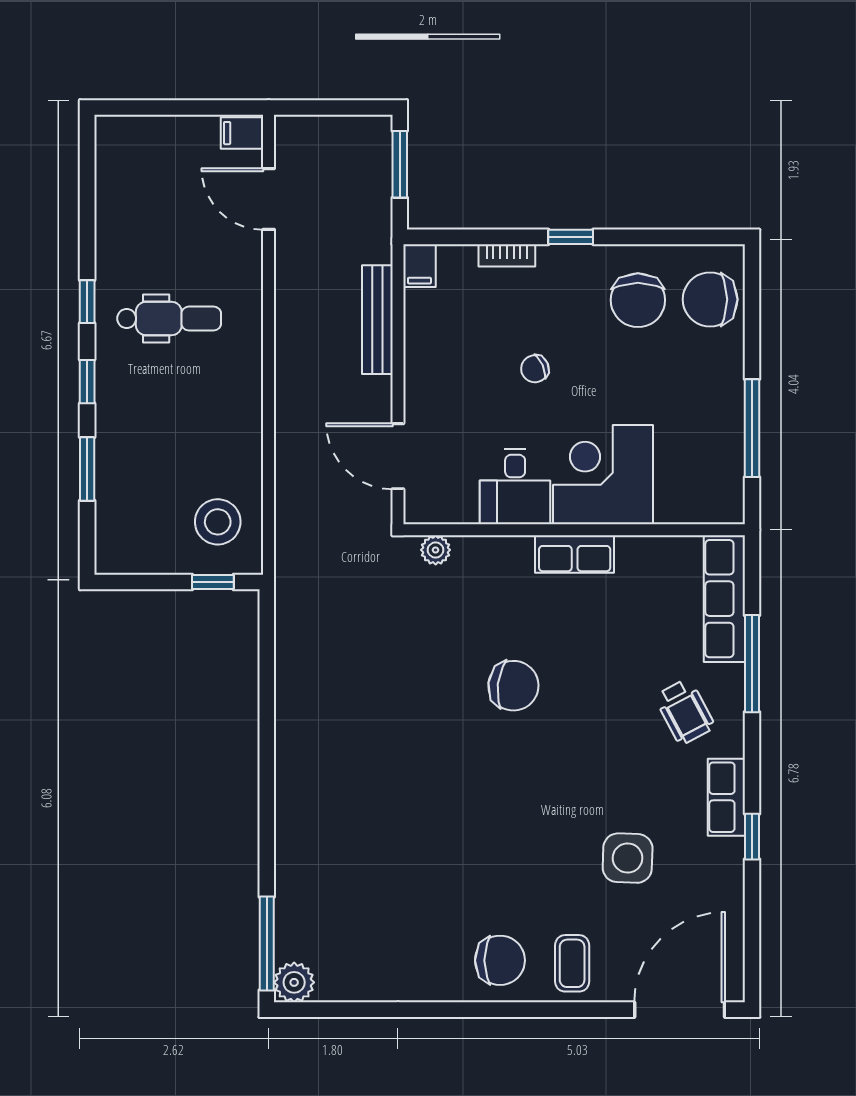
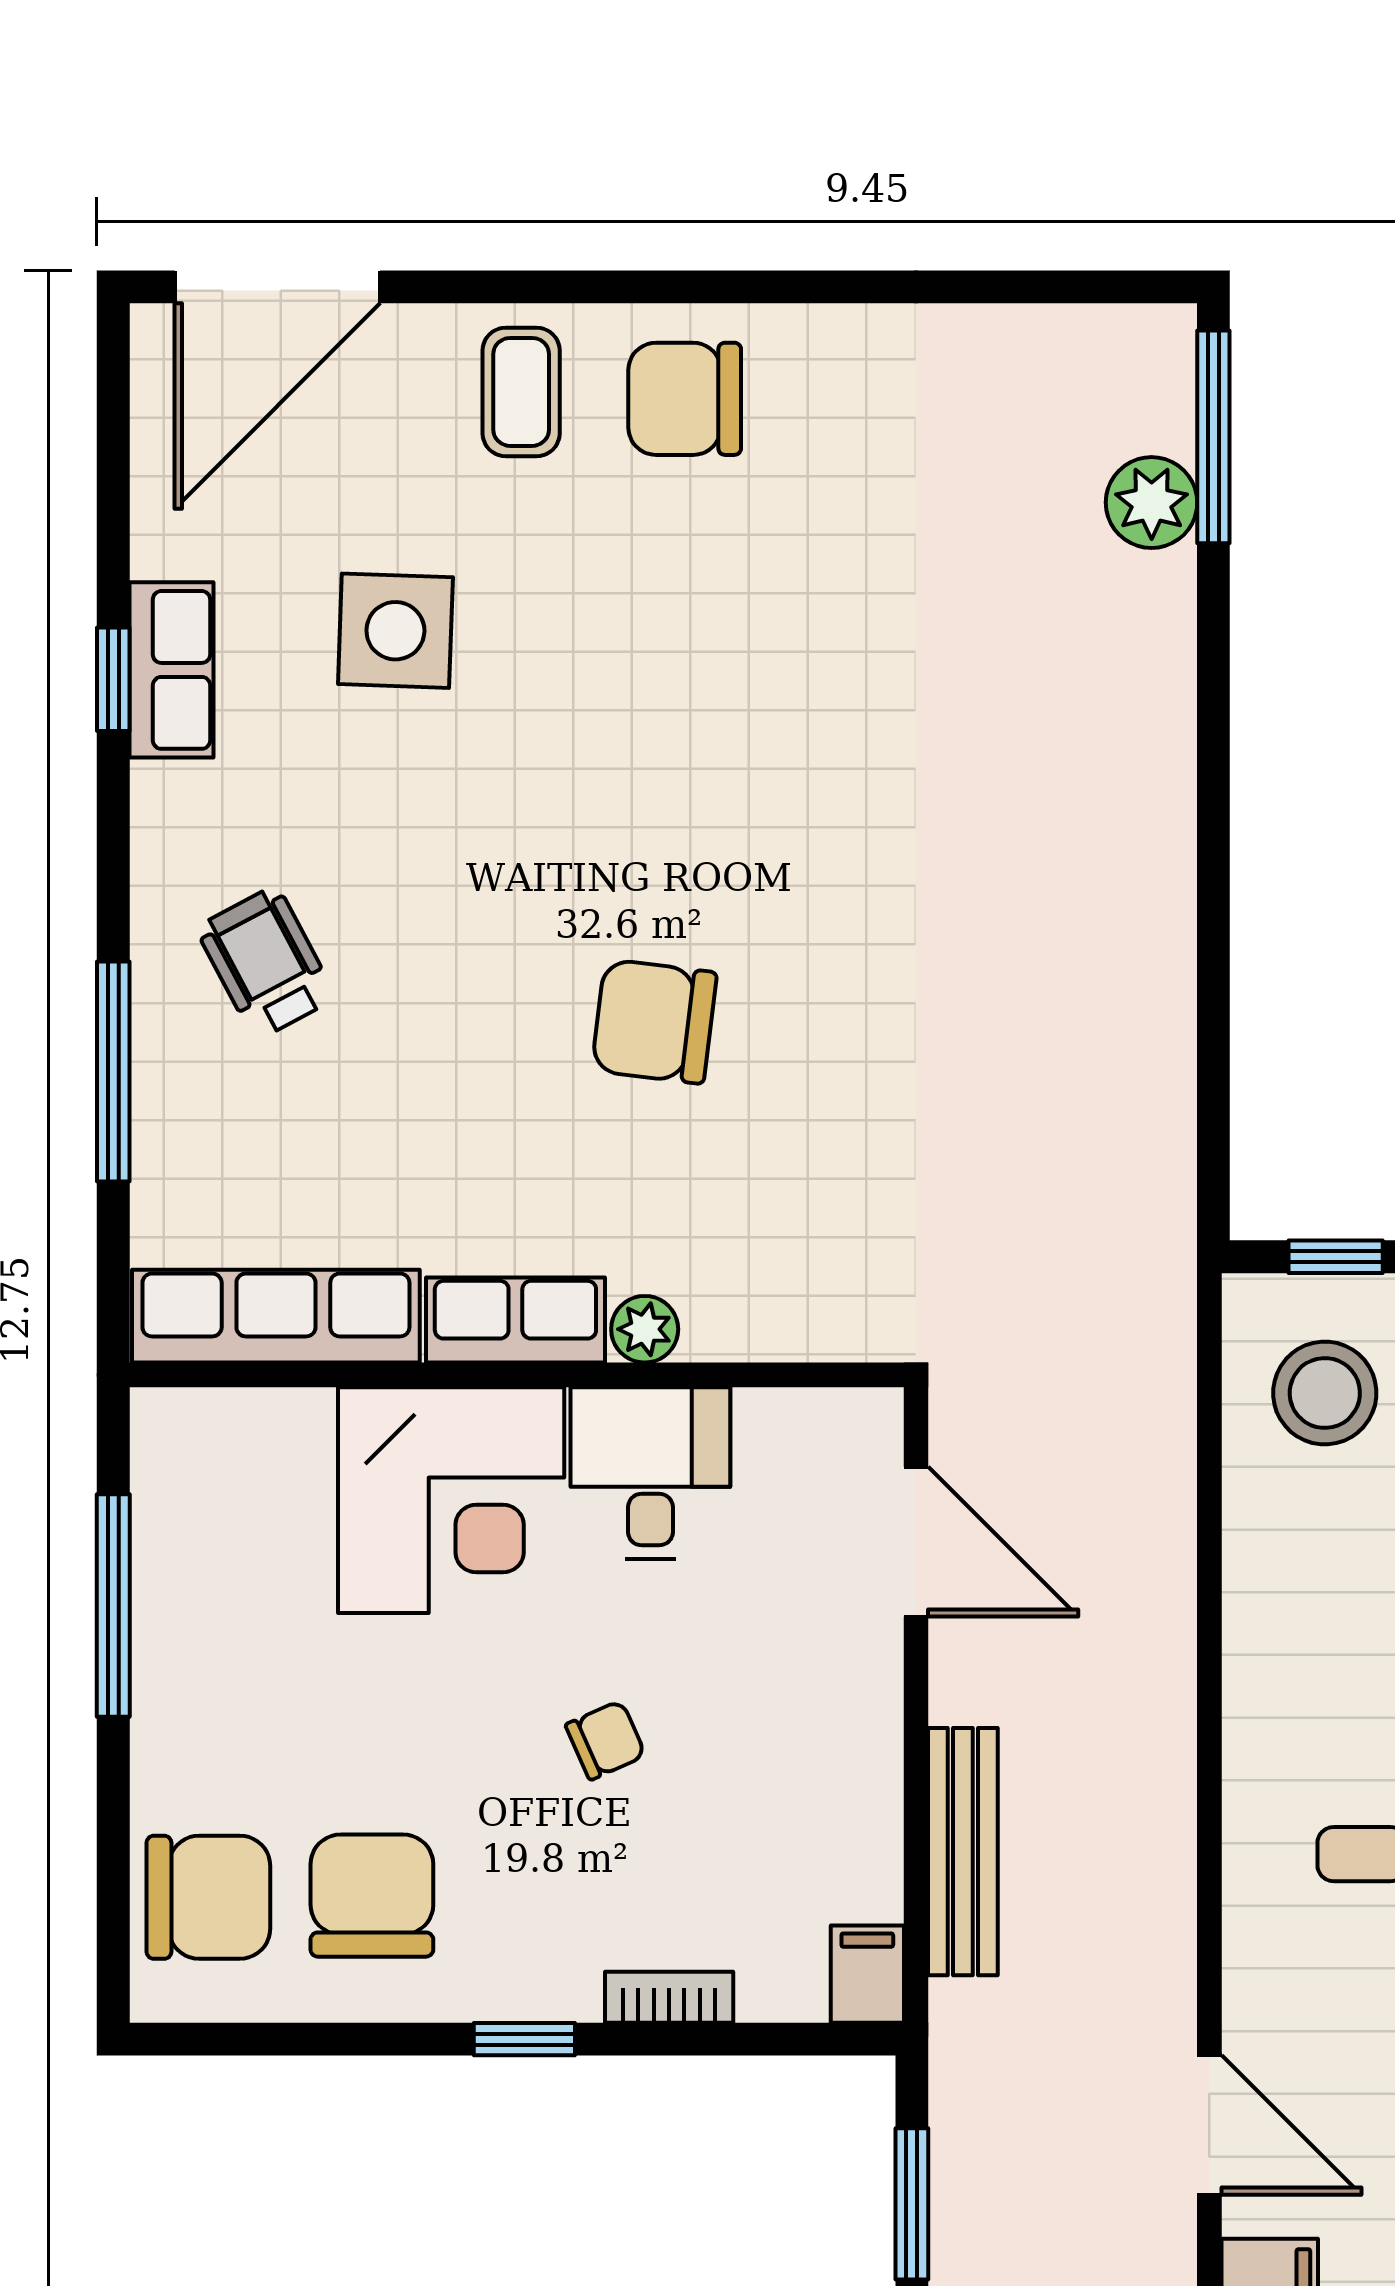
plant: (436, 550) -> (645, 1329), moved
row of seats: (724, 599) -> (276, 1316), moved, turned -90
row of seats: (726, 797) -> (171, 670), moved
plant: (294, 982) -> (1152, 503), moved

